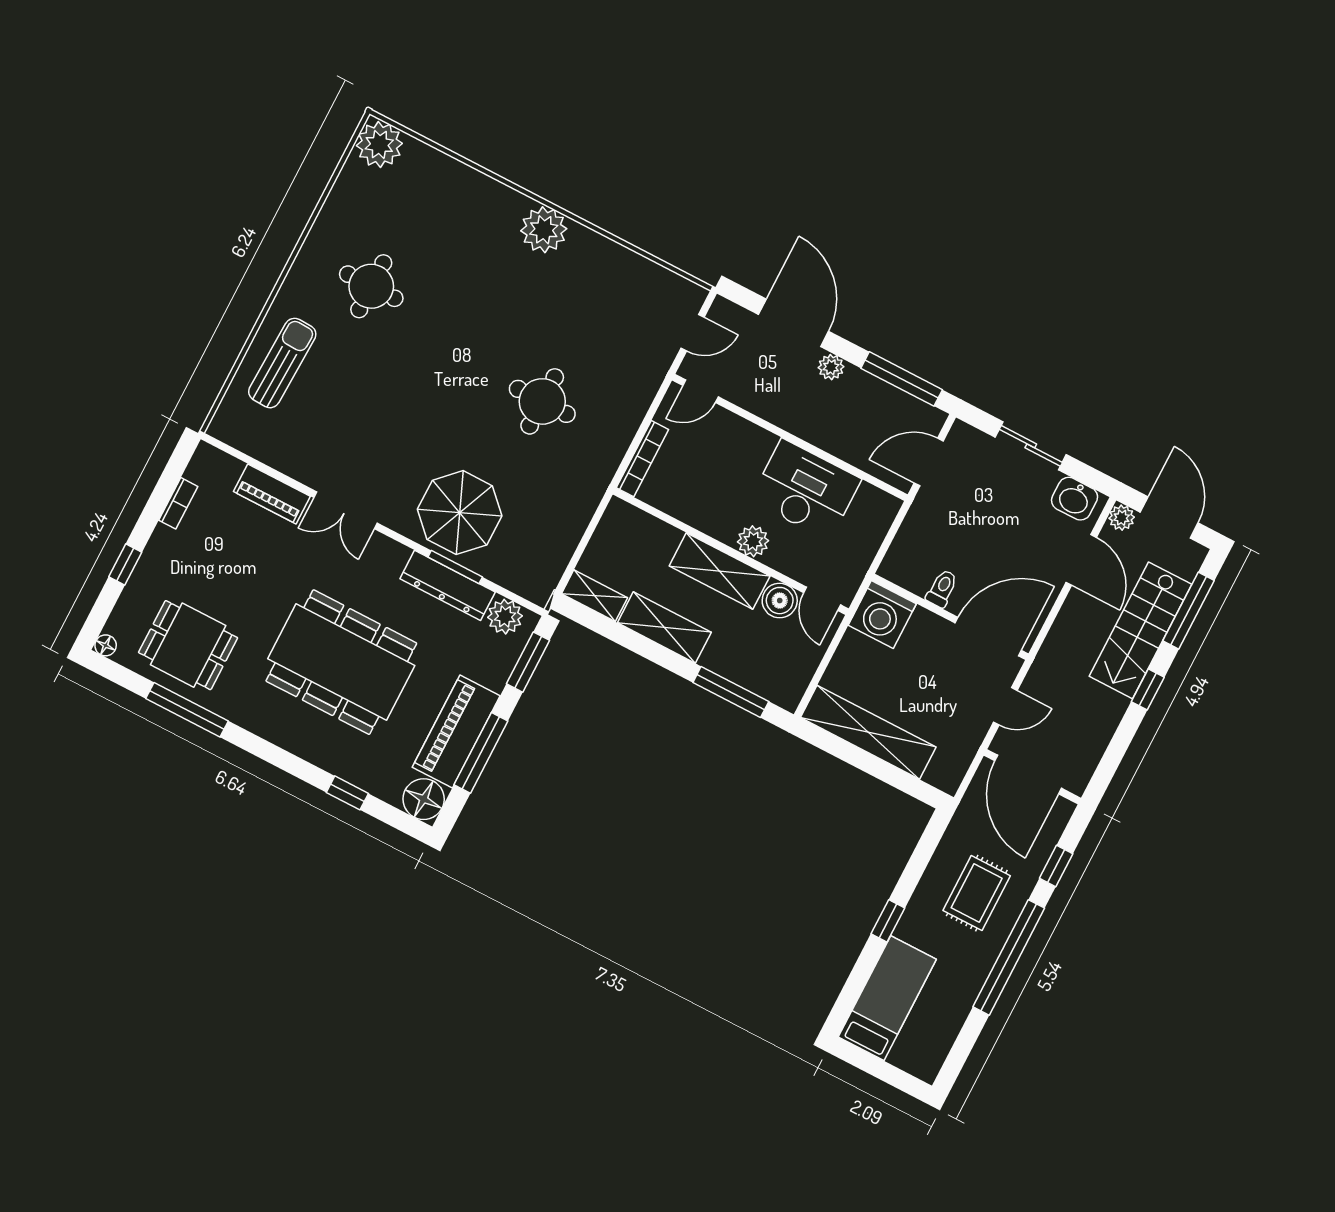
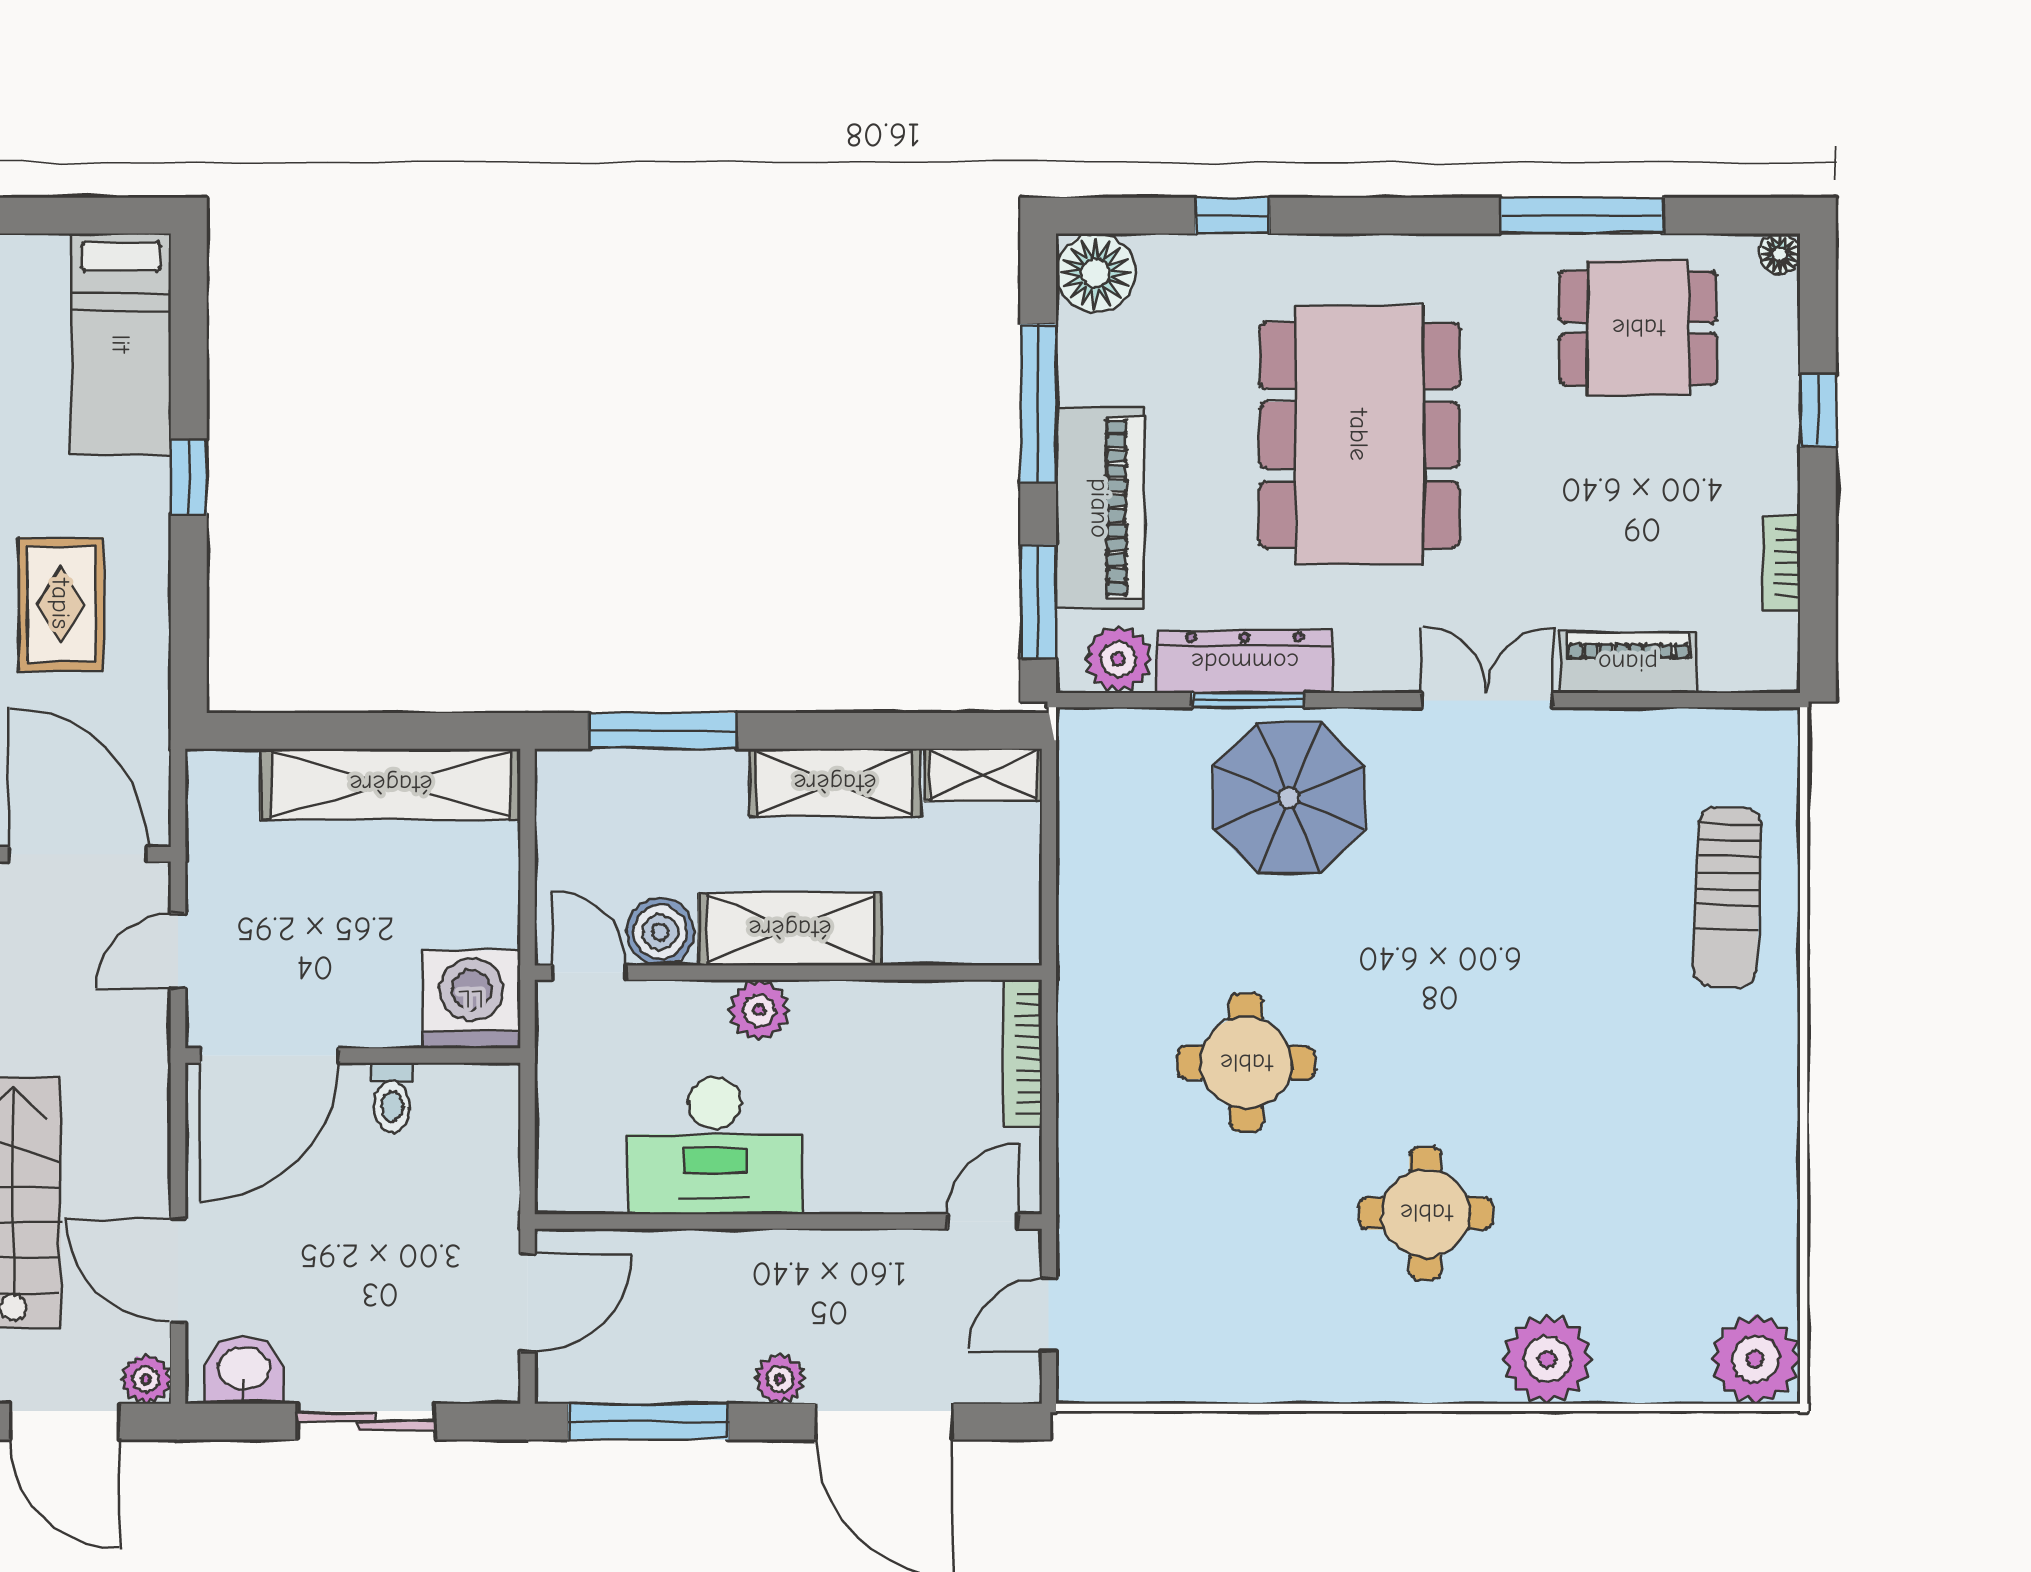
plant: (544, 230) -> (1547, 1359), moved
round table: (371, 286) -> (1426, 1213), moved
dining table: (341, 662) -> (1359, 435), turned 90
piano: (456, 732) -> (1100, 508), moved

